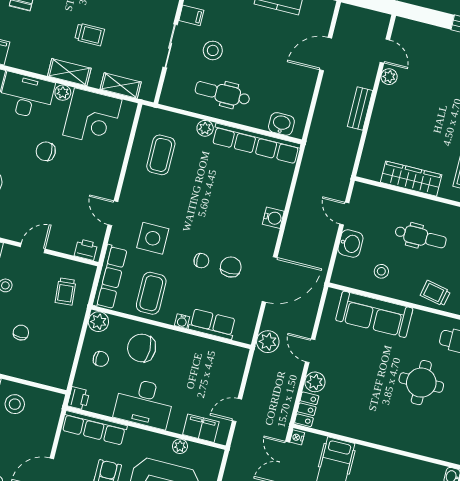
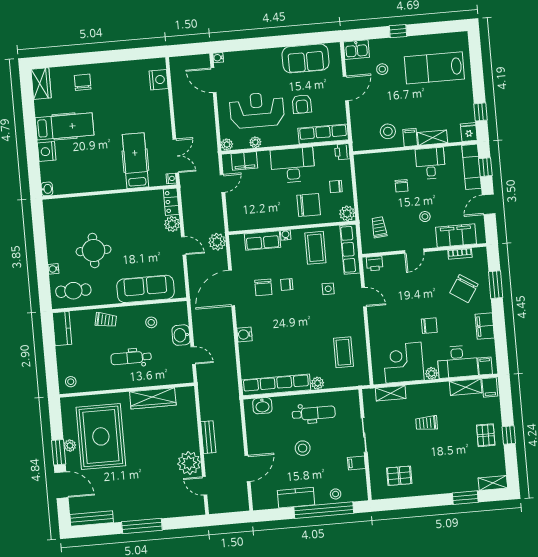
stool: (213, 50) -> (303, 448), moved
shelving: (69, 72) -> (466, 387), moved
plant: (389, 77) -> (189, 463), width x1.88, depth x1.88
side table: (153, 238) -> (328, 289), width x0.54, depth x0.54
plant: (215, 455) -> (227, 144), added

